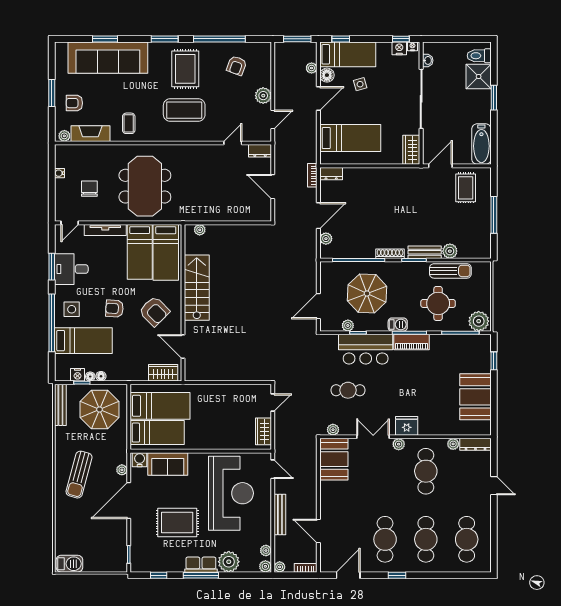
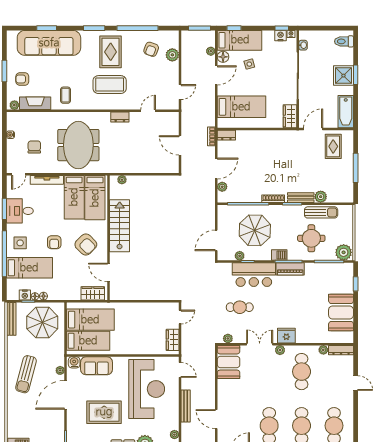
shower: (479, 76) -> (343, 76), moved
plant: (263, 96) -> (172, 55), moved
dresser: (260, 151) -> (120, 117), moved
armchair: (114, 308) -> (54, 242), turned -93

